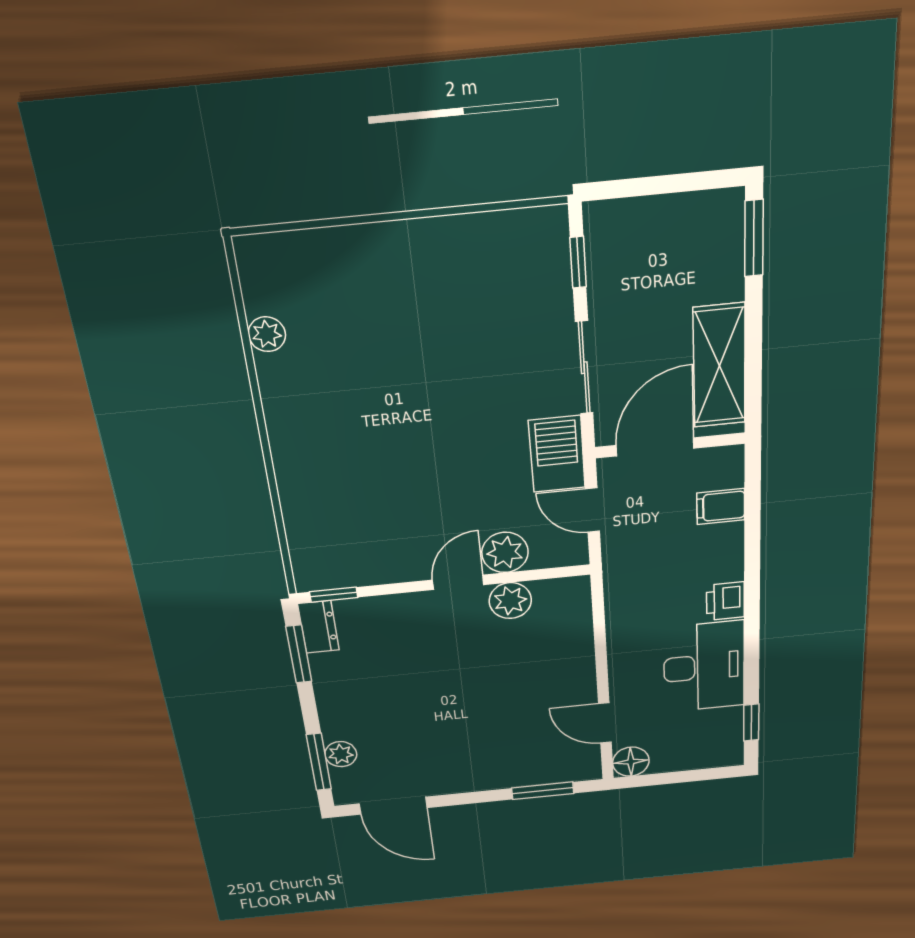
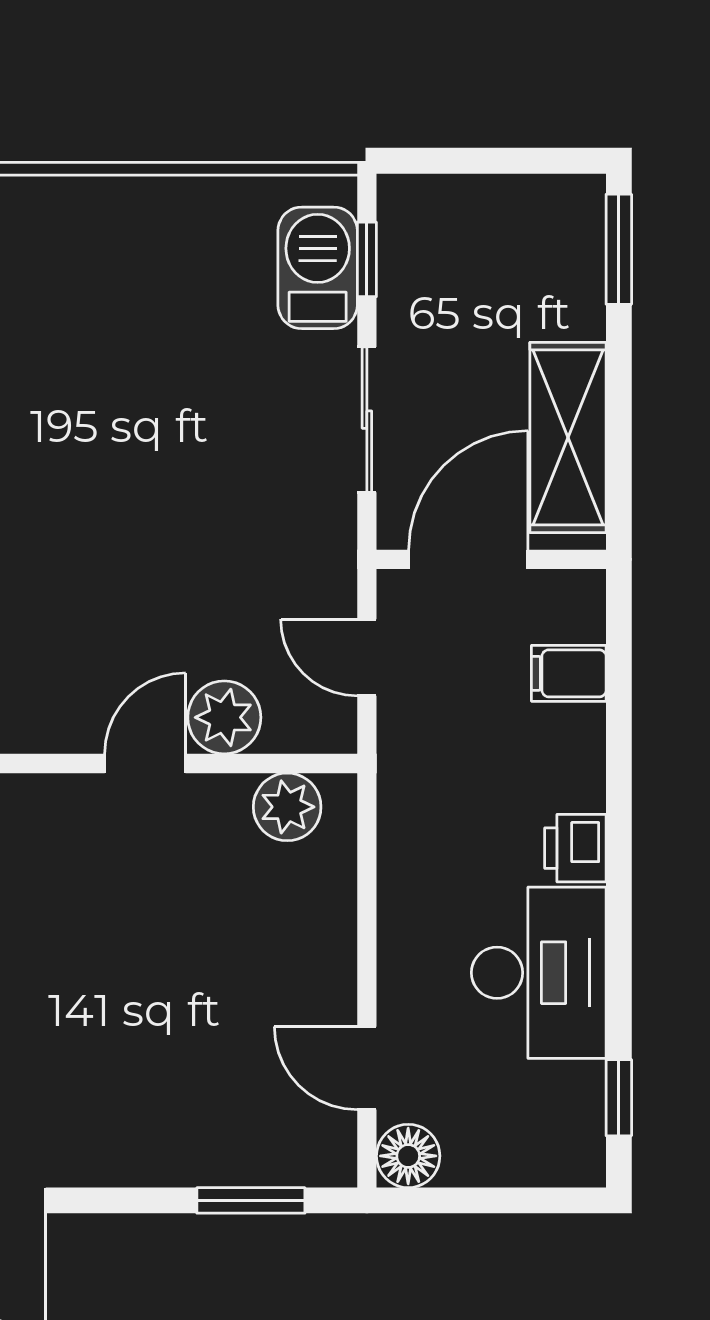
barbecue: (557, 454) -> (318, 268), moved
plant: (510, 601) -> (287, 807), moved

